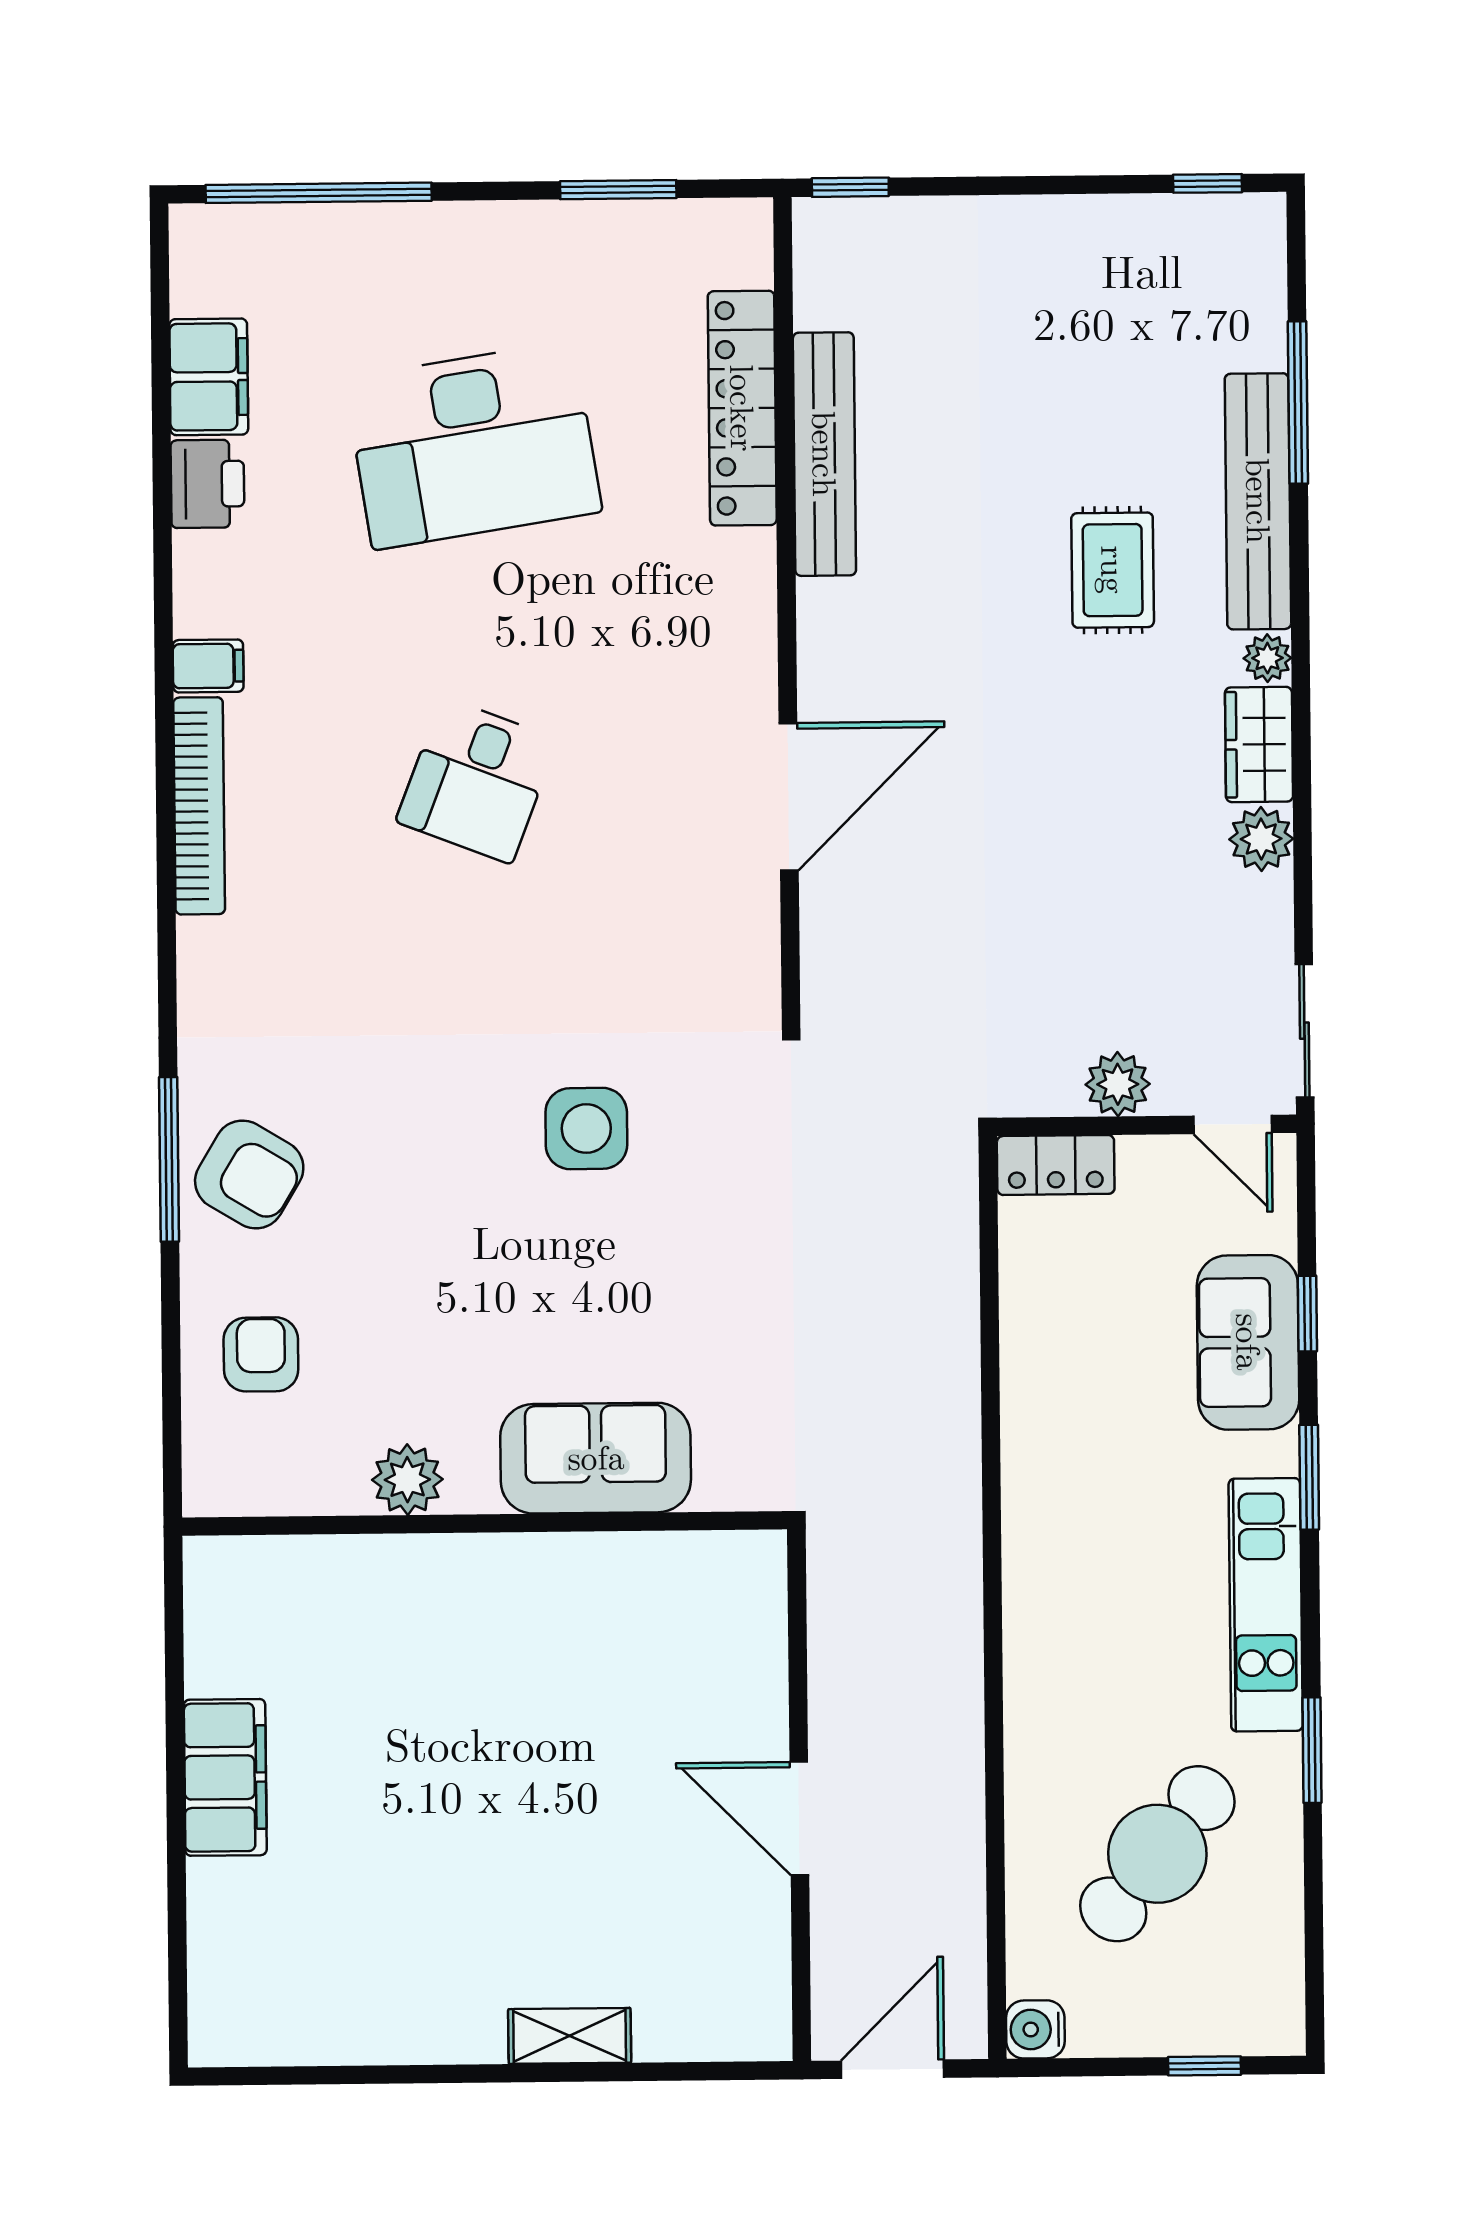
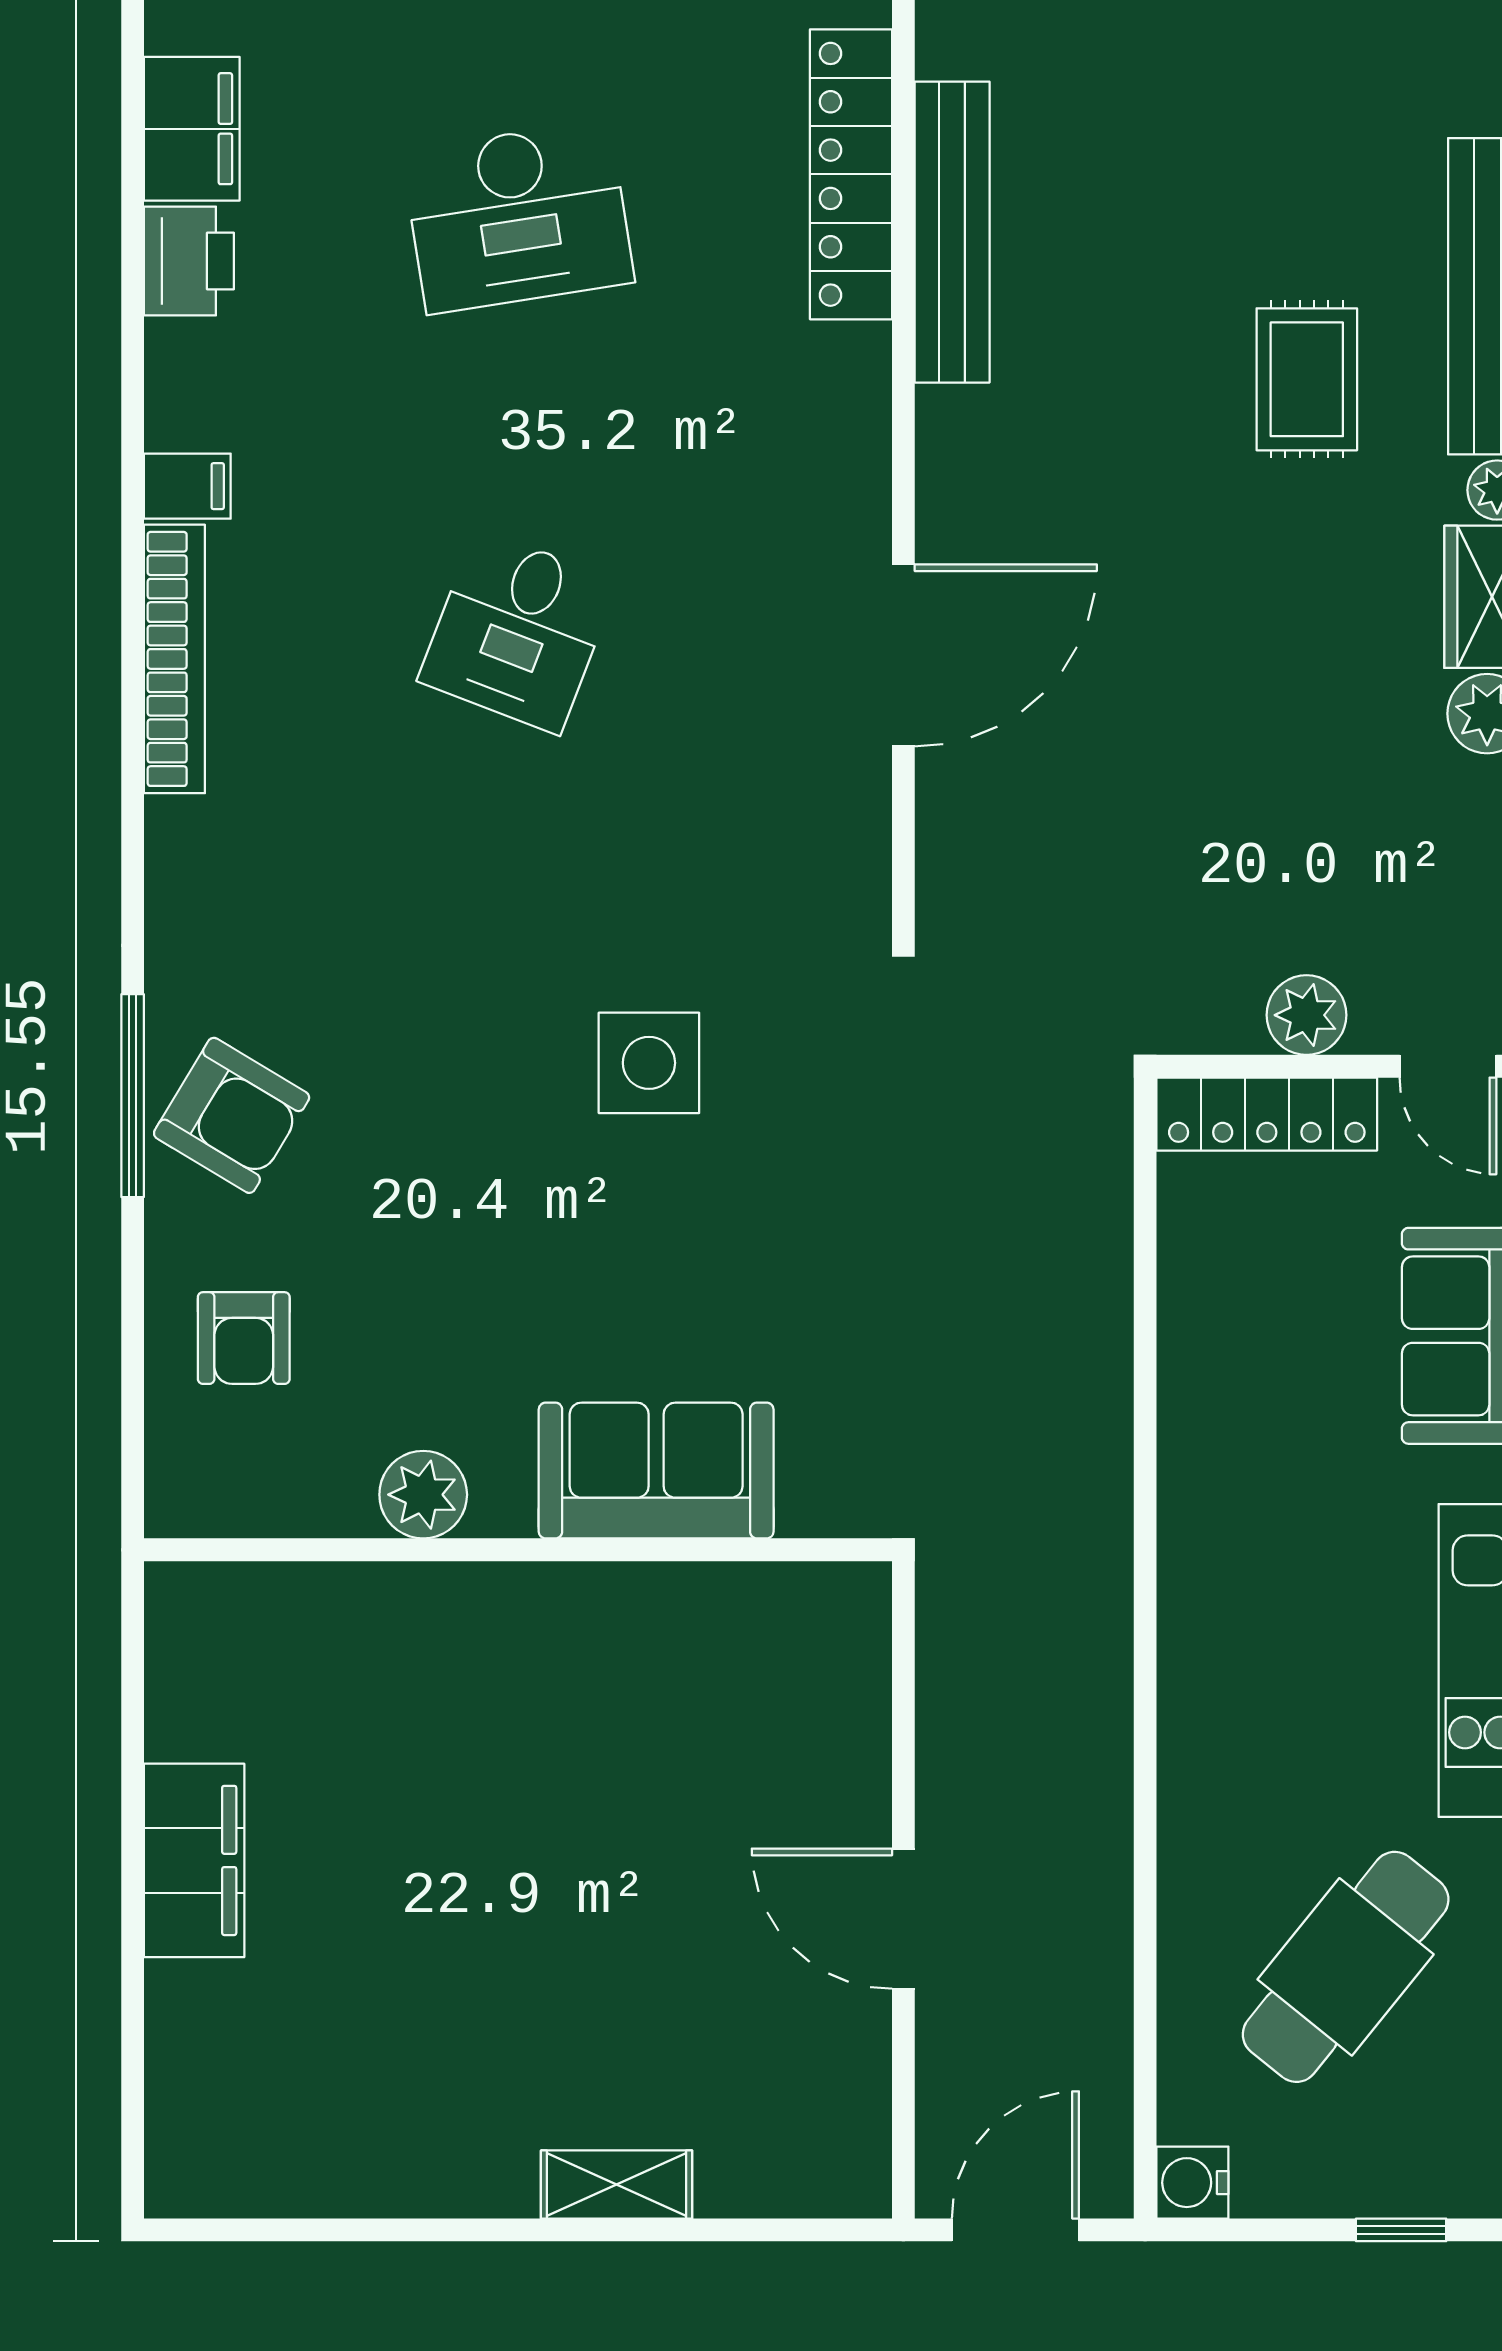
desk: (473, 445) -> (518, 217), width x0.73, depth x0.77
locker: (1056, 1165) -> (1267, 1114), width x1.53
armchair: (261, 1354) -> (244, 1338), turned 180

